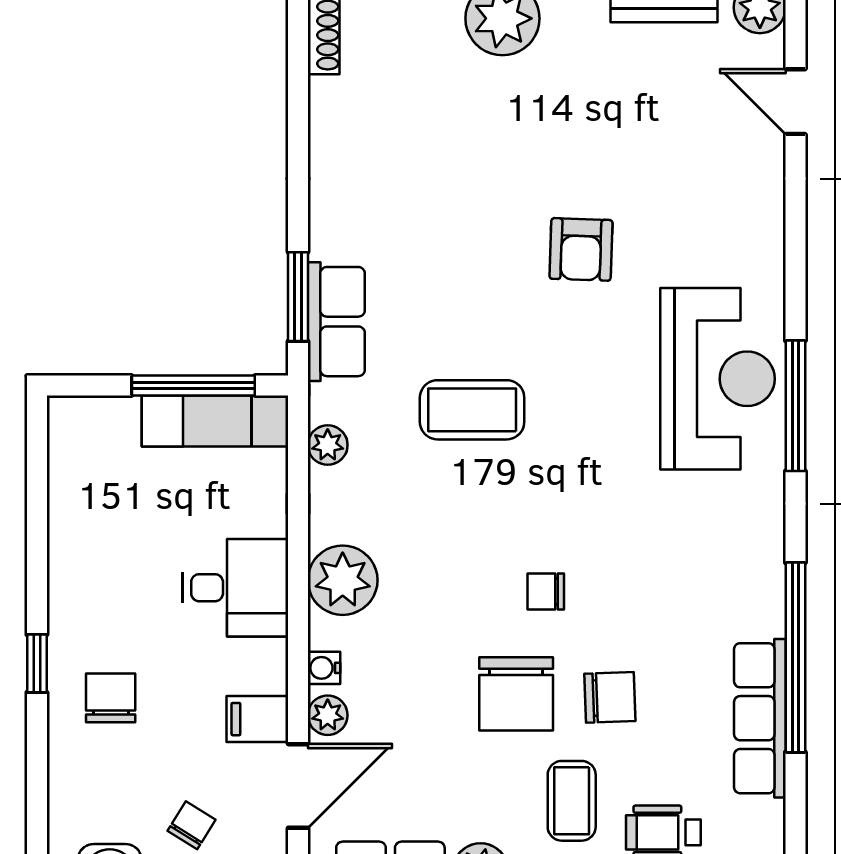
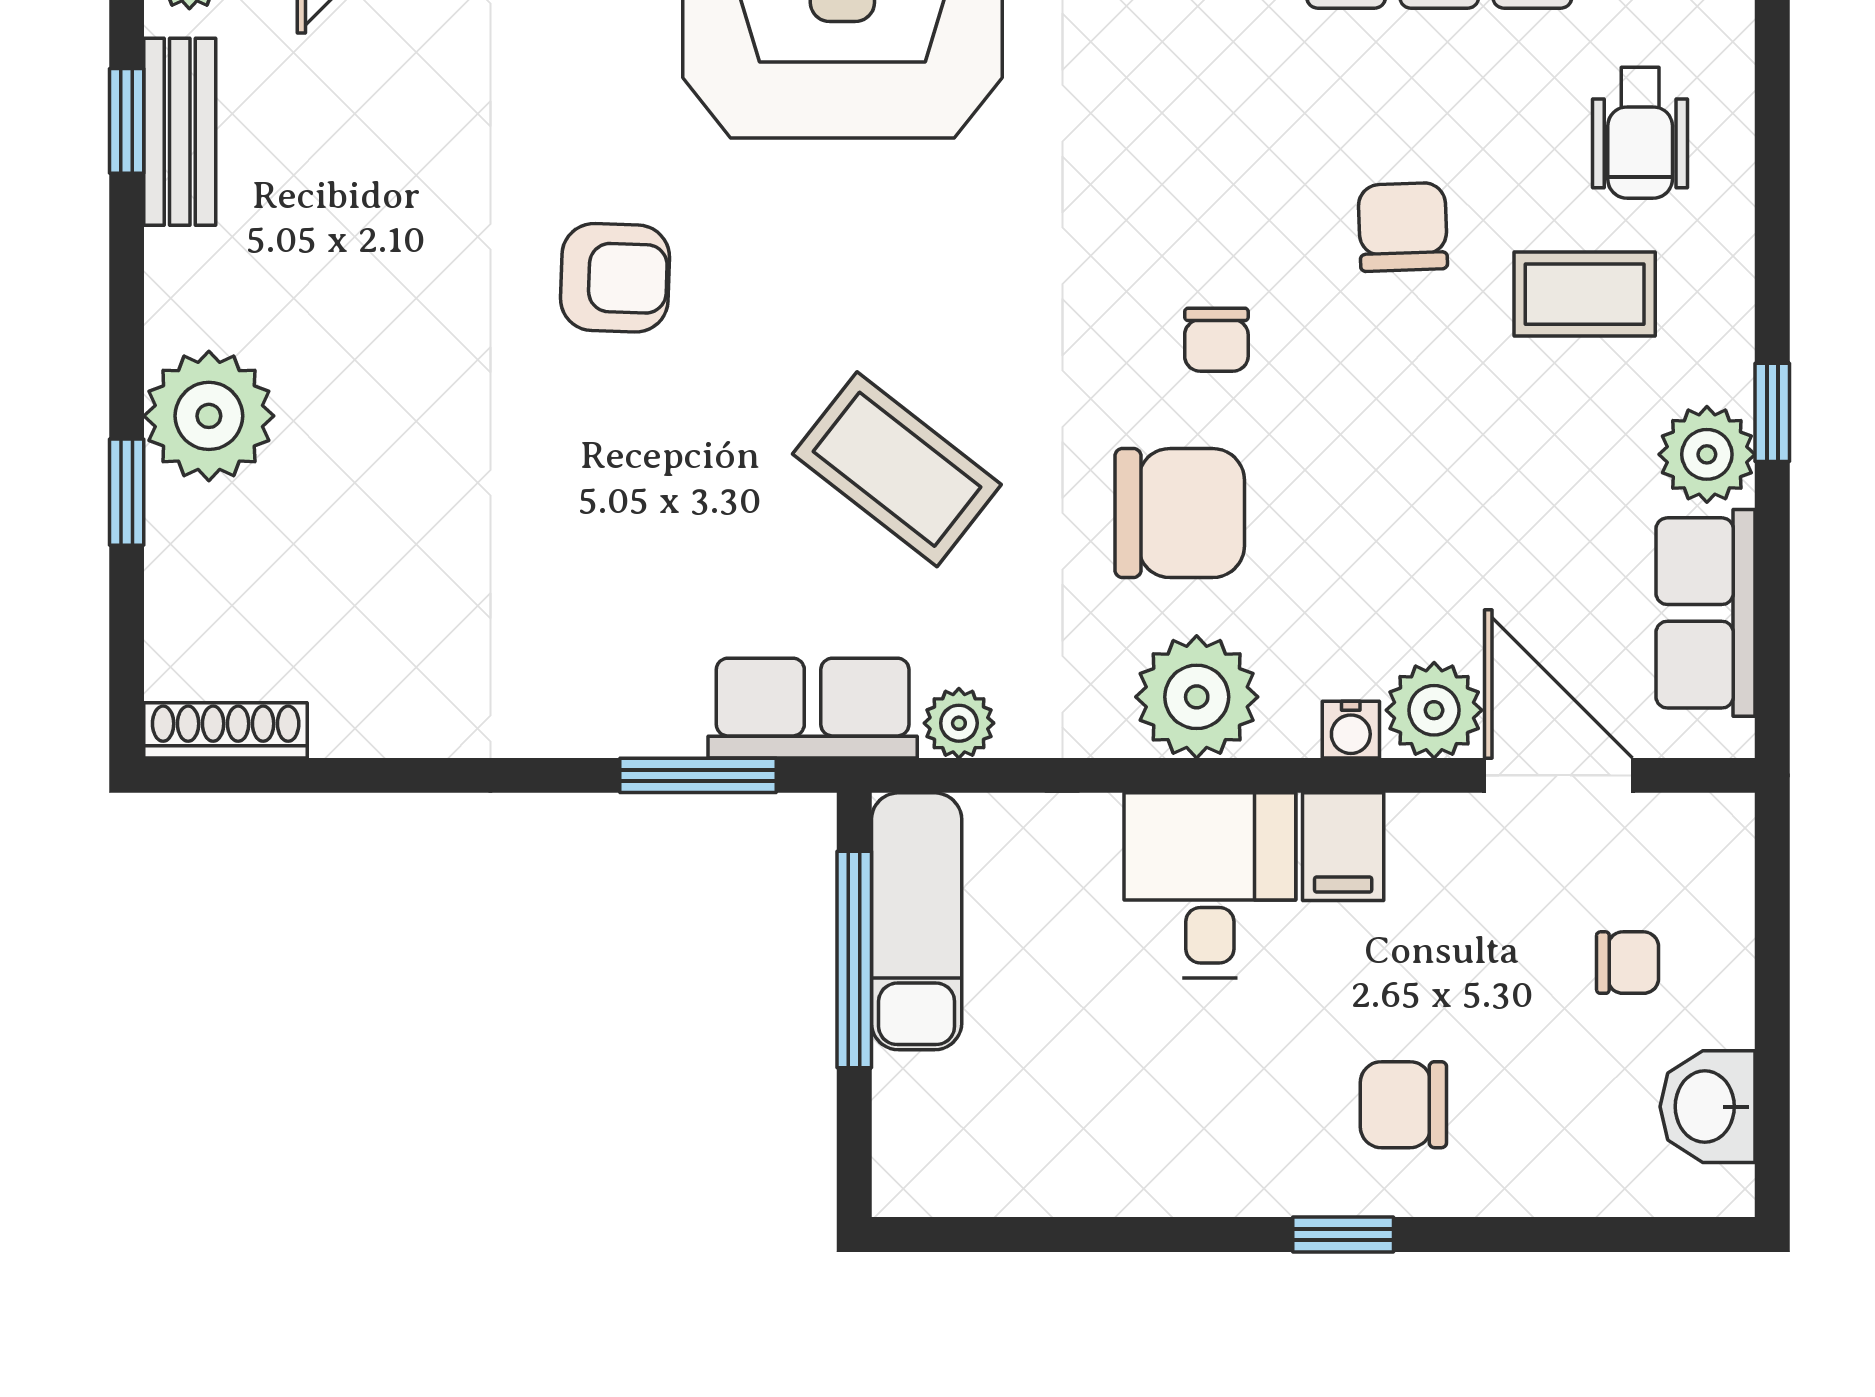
row of seats: (336, 322) -> (813, 708), moved
coffee table: (472, 410) -> (897, 469), turned -52
chair: (516, 694) -> (1180, 513), moved
plant: (328, 715) -> (1434, 710), width x1.38, depth x1.38
filing cabinet: (257, 719) -> (1343, 847), moved
chair: (192, 825) -> (1628, 963), turned 148

